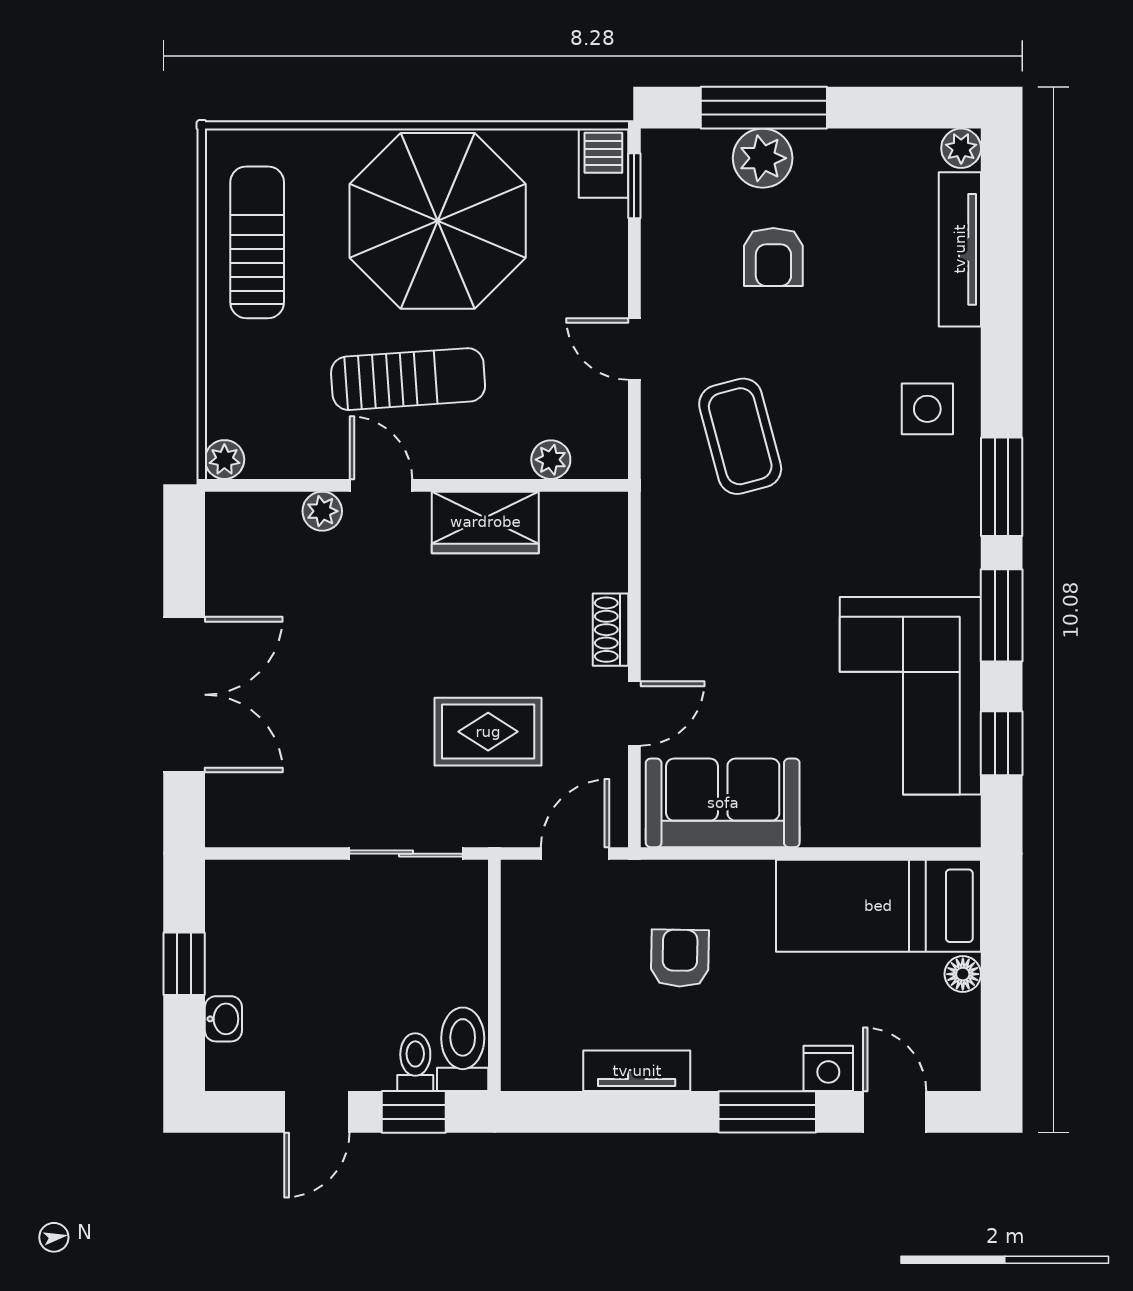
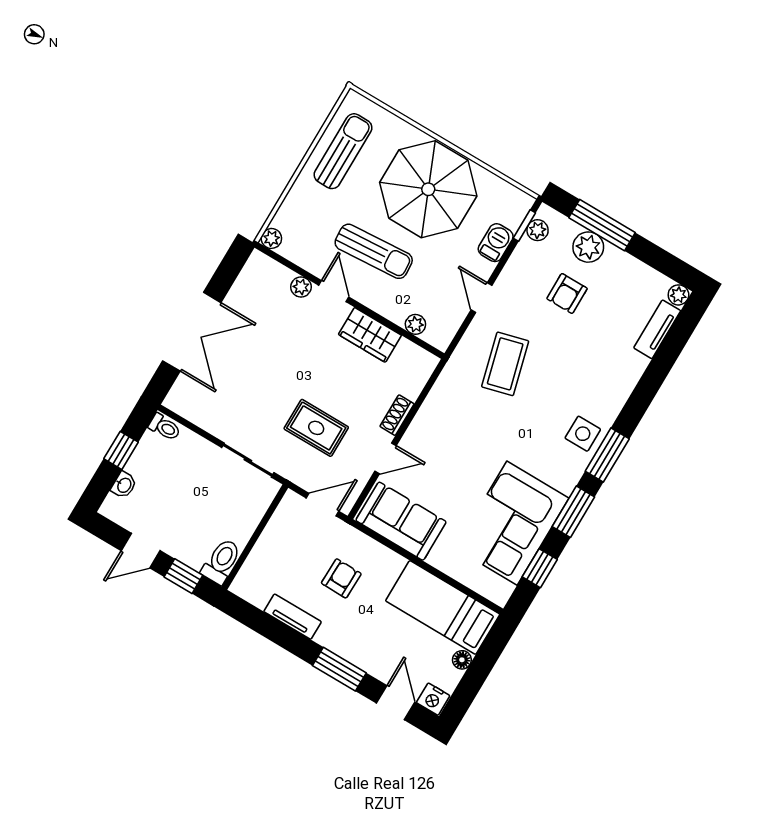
barbecue: (603, 163) -> (496, 243), moved
plant: (661, 180) -> (538, 230), added
tv unit: (960, 249) -> (657, 329), width x0.71
side table: (927, 409) -> (583, 434), moved
toilet: (415, 1062) -> (165, 427), moved, turned 90
nightstand: (828, 1068) -> (433, 699), moved

